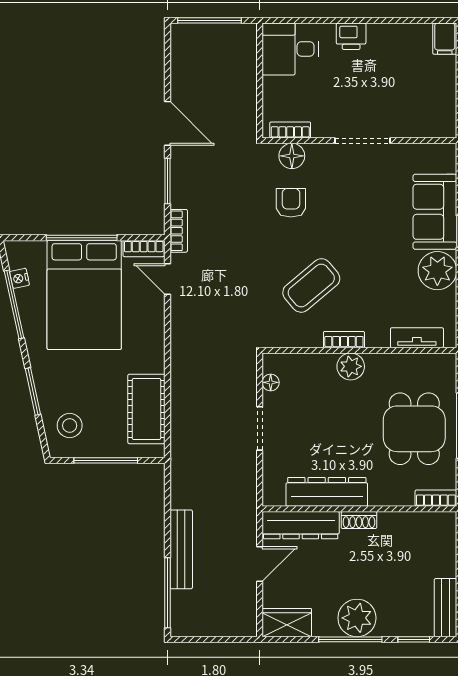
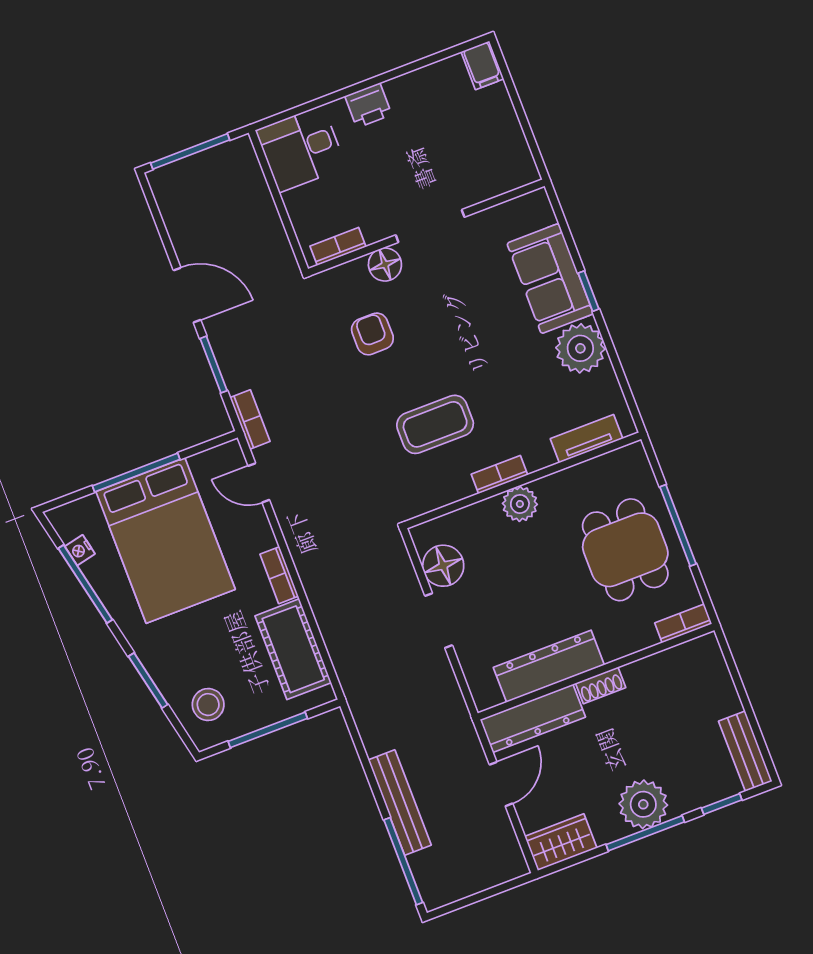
floor lamp: (292, 156) -> (385, 265), moved
bookcase: (144, 249) -> (279, 575), moved, turned 90
coffee table: (311, 285) -> (435, 424), turned 40
floor lamp: (271, 382) -> (443, 566), width x1.89, depth x1.89

